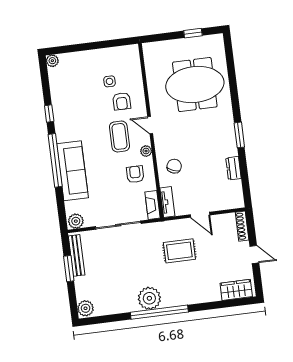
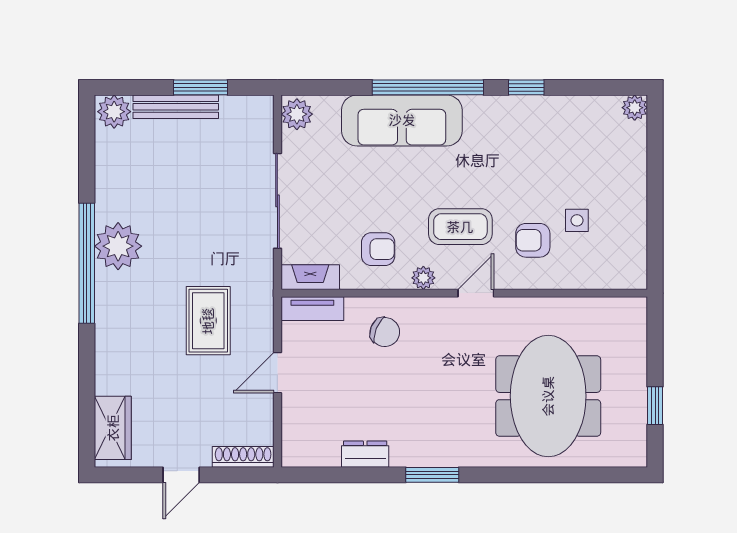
bench: (77, 255) -> (176, 107), moved

